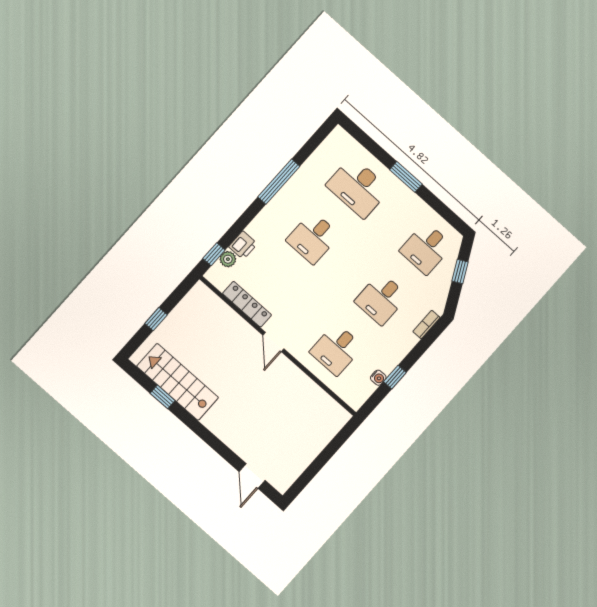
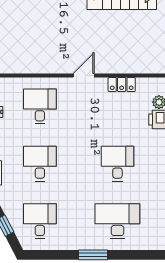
locker: (247, 304) -> (122, 85), width x0.66
door: (273, 342) -> (84, 75), hinge flipped

